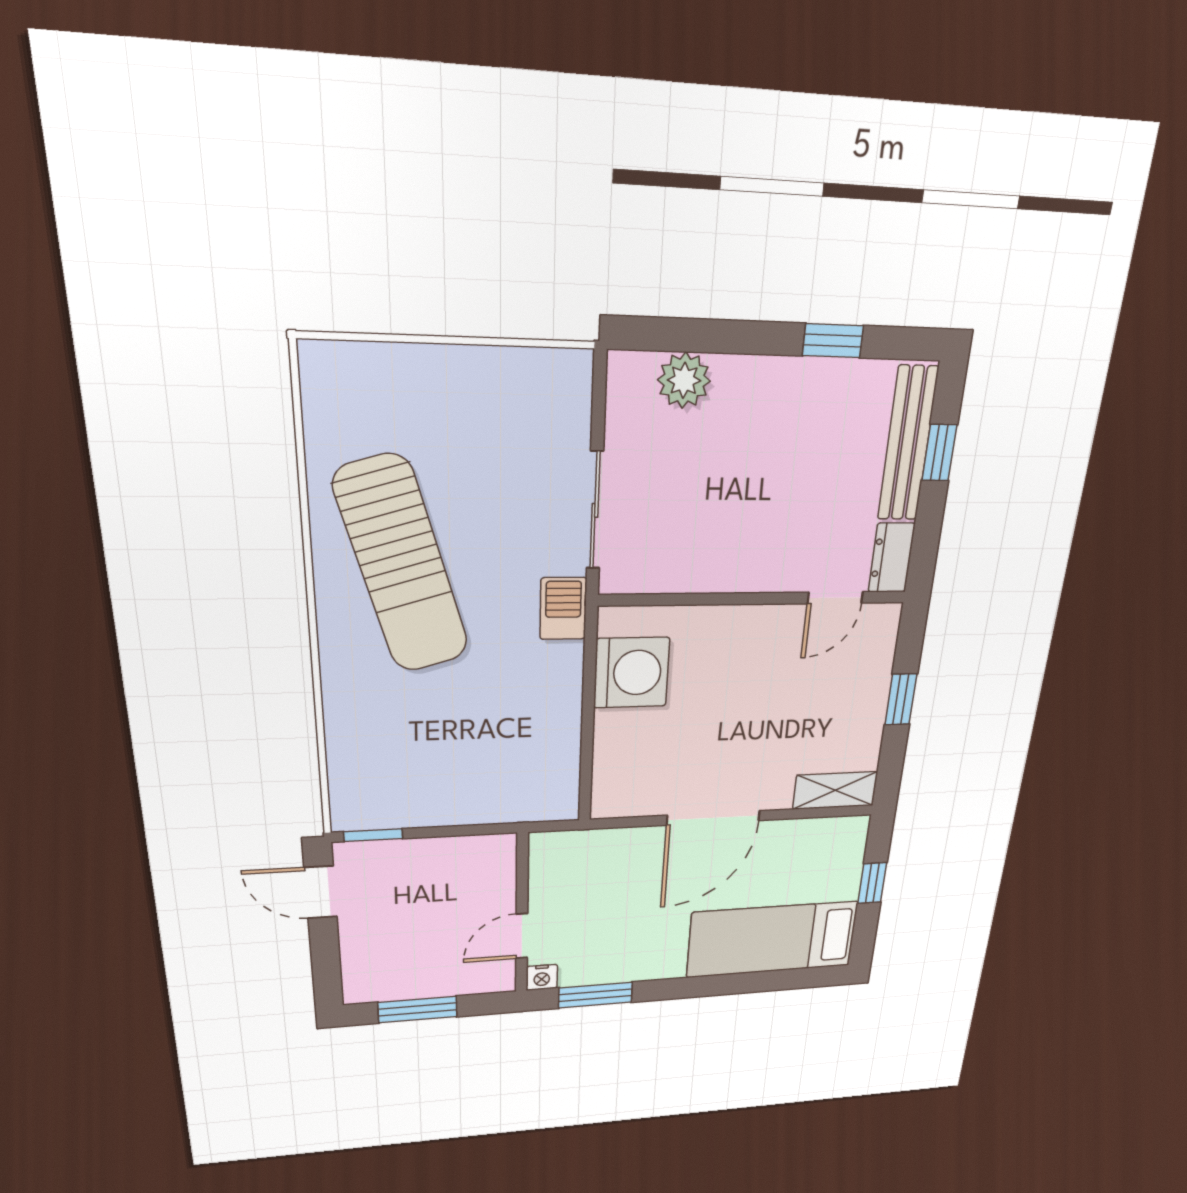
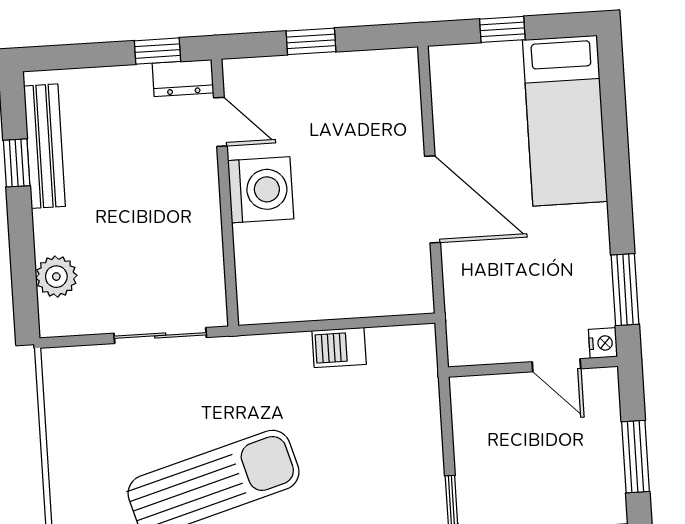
bench: (908, 444) -> (44, 146), moved, turned 90
window: (939, 453) -> (158, 51), moved
barbecue: (563, 609) -> (339, 347), moved
washing machine: (631, 673) -> (261, 190), moved, turned 90
shelving: (835, 790) -> (403, 87), removed

